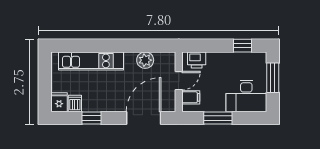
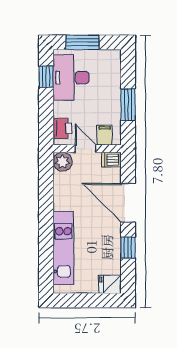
plant: (145, 60) -> (62, 162), moved
desk: (246, 96) -> (71, 78), moved, turned 180
dishwasher: (75, 103) -> (112, 160), moved
door: (144, 118) -> (128, 203), moved

